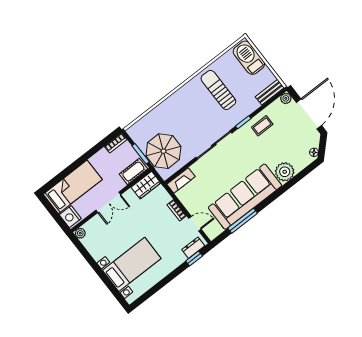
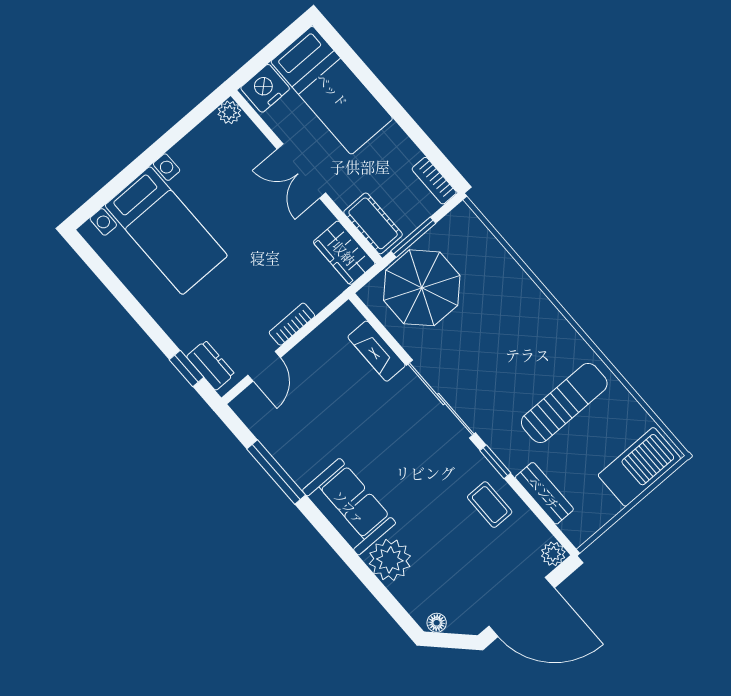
bench: (270, 92) -> (544, 493), moved
fireplace: (181, 180) -> (377, 351), moved
sofa: (245, 197) -> (349, 507), width x0.54, depth x0.79

